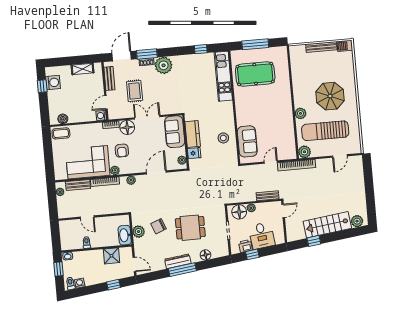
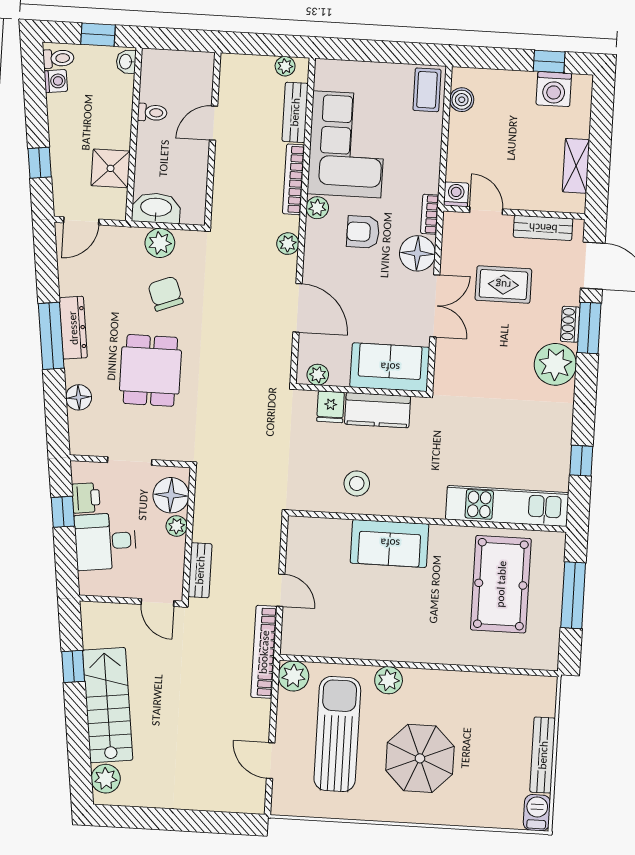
sofa: (247, 141) -> (390, 543), moved

